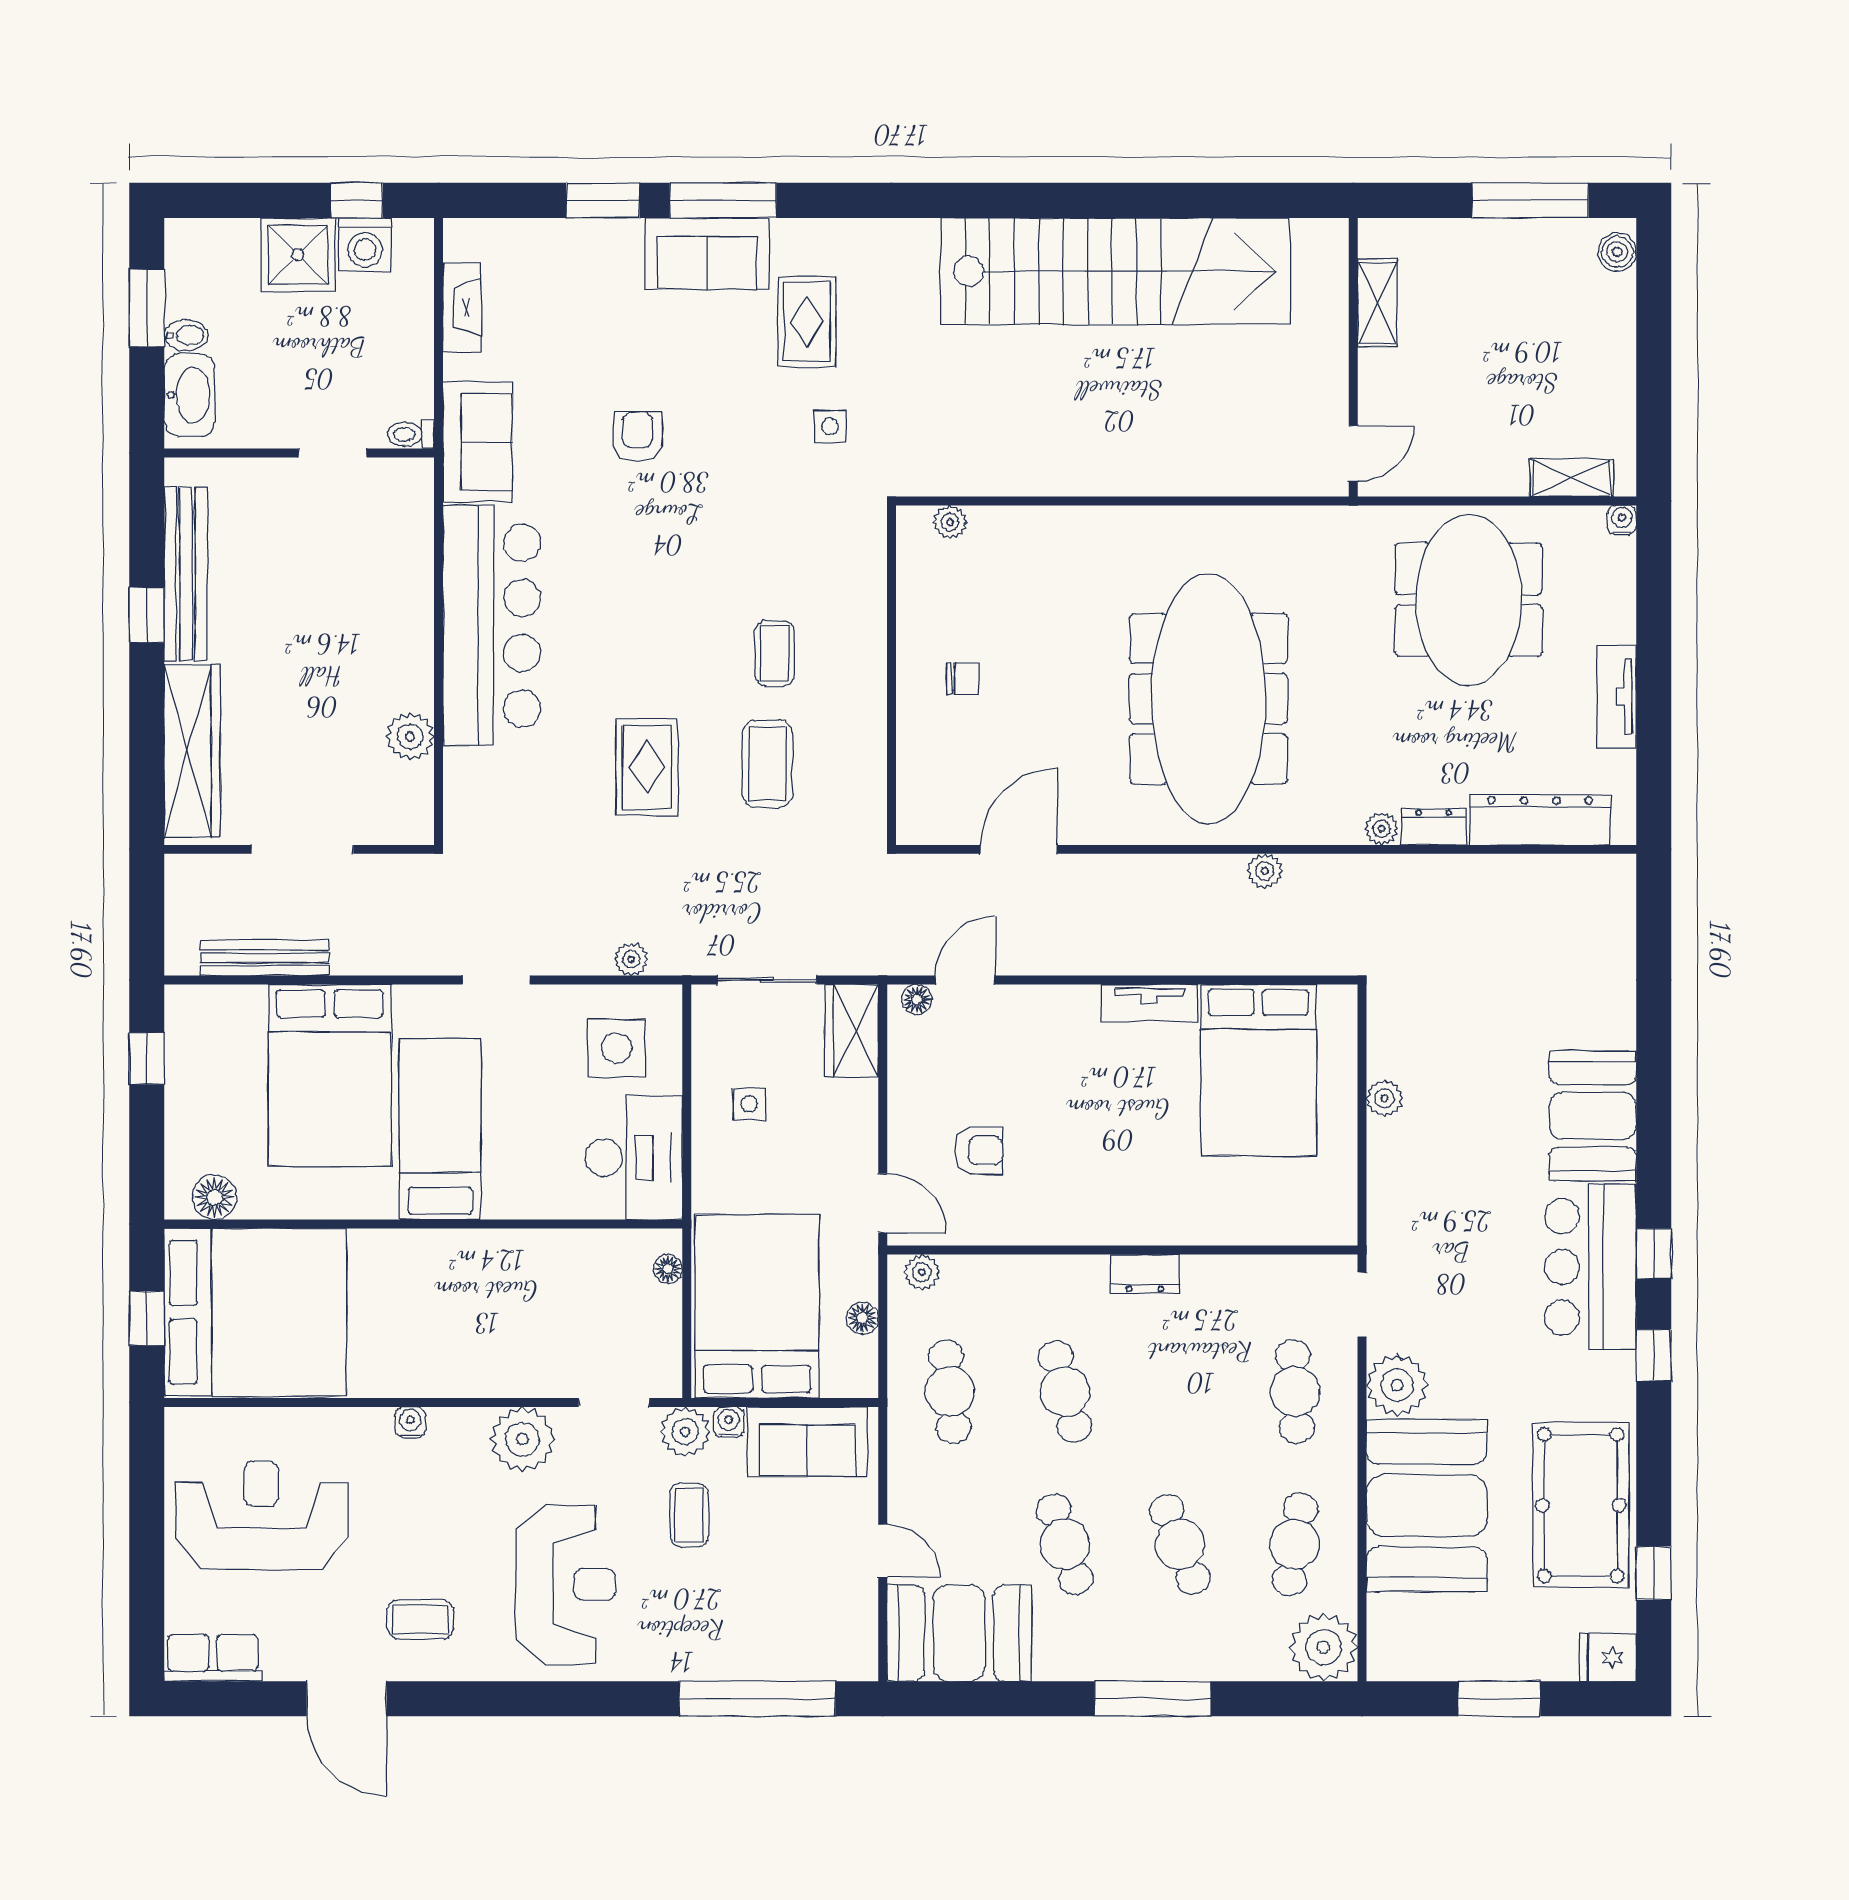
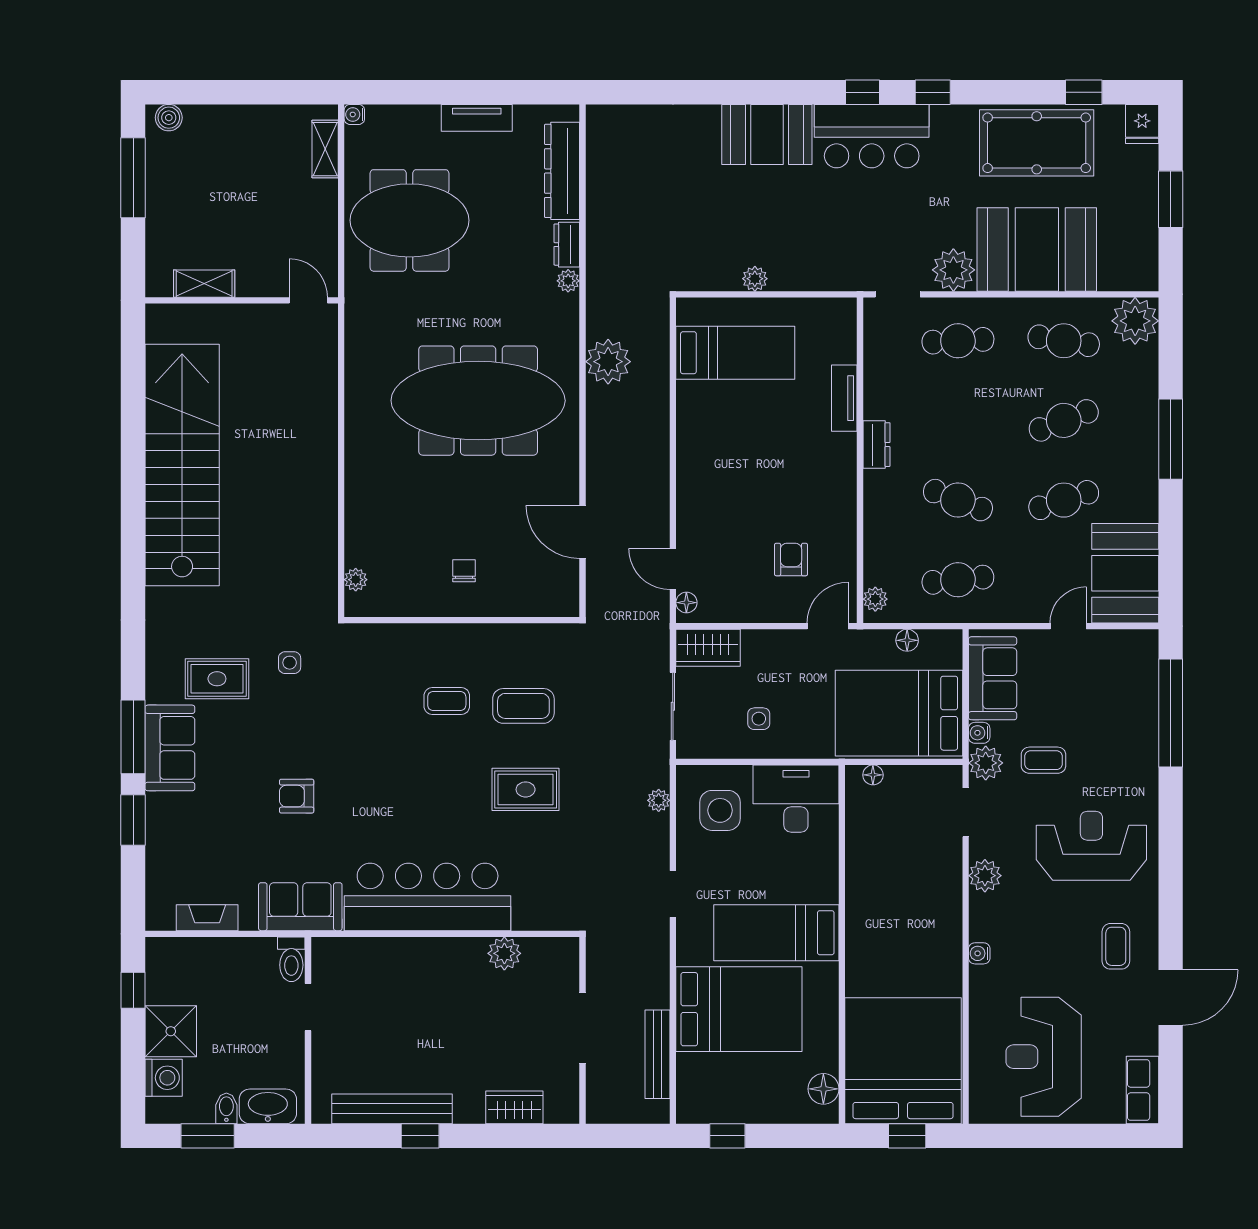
washing machine: (365, 245) -> (164, 1078), moved
toilet: (411, 434) -> (291, 959), width x1.37, depth x1.39
wardrobe: (192, 751) -> (514, 1107), width x0.48, depth x0.85
plant: (1265, 871) -> (608, 362), width x1.87, depth x1.87
tv unit: (1149, 1003) -> (844, 398), moved, turned 180
bed: (1258, 1070) -> (735, 353), width x0.67
cafe table: (1065, 1392) -> (958, 500), turned 36
plant: (522, 1439) -> (985, 876), width x0.73, depth x0.73

